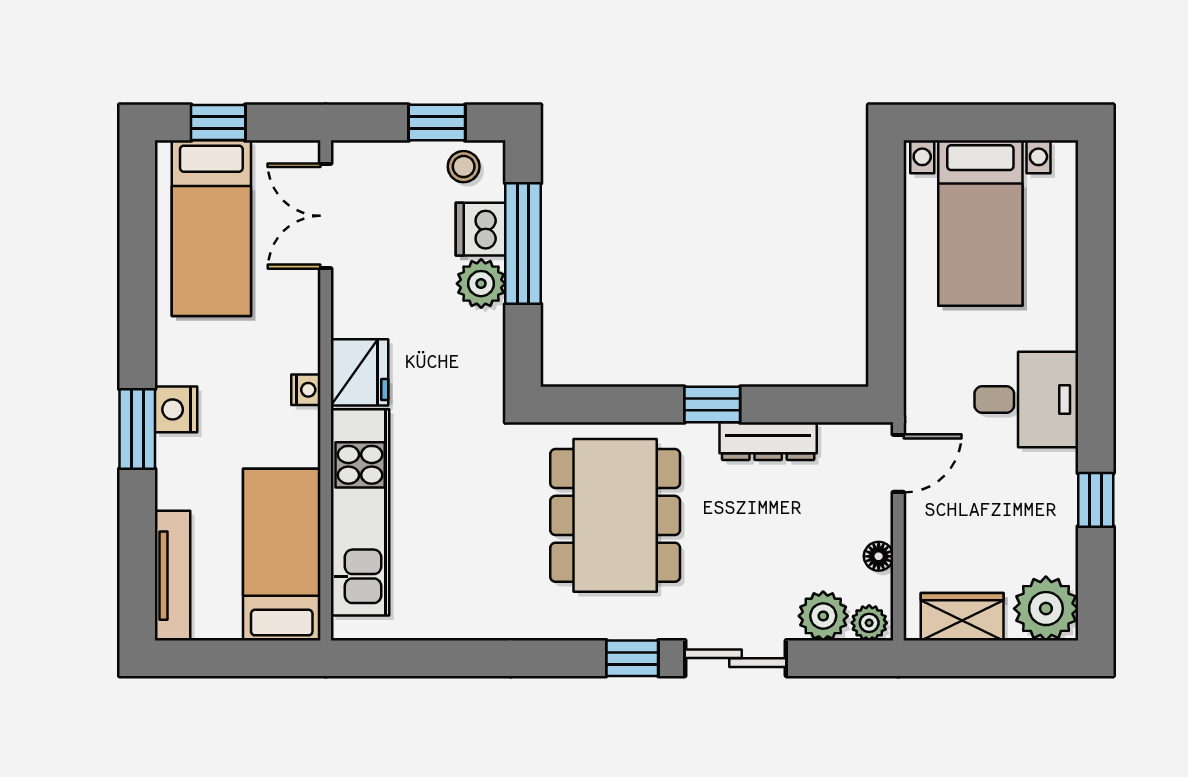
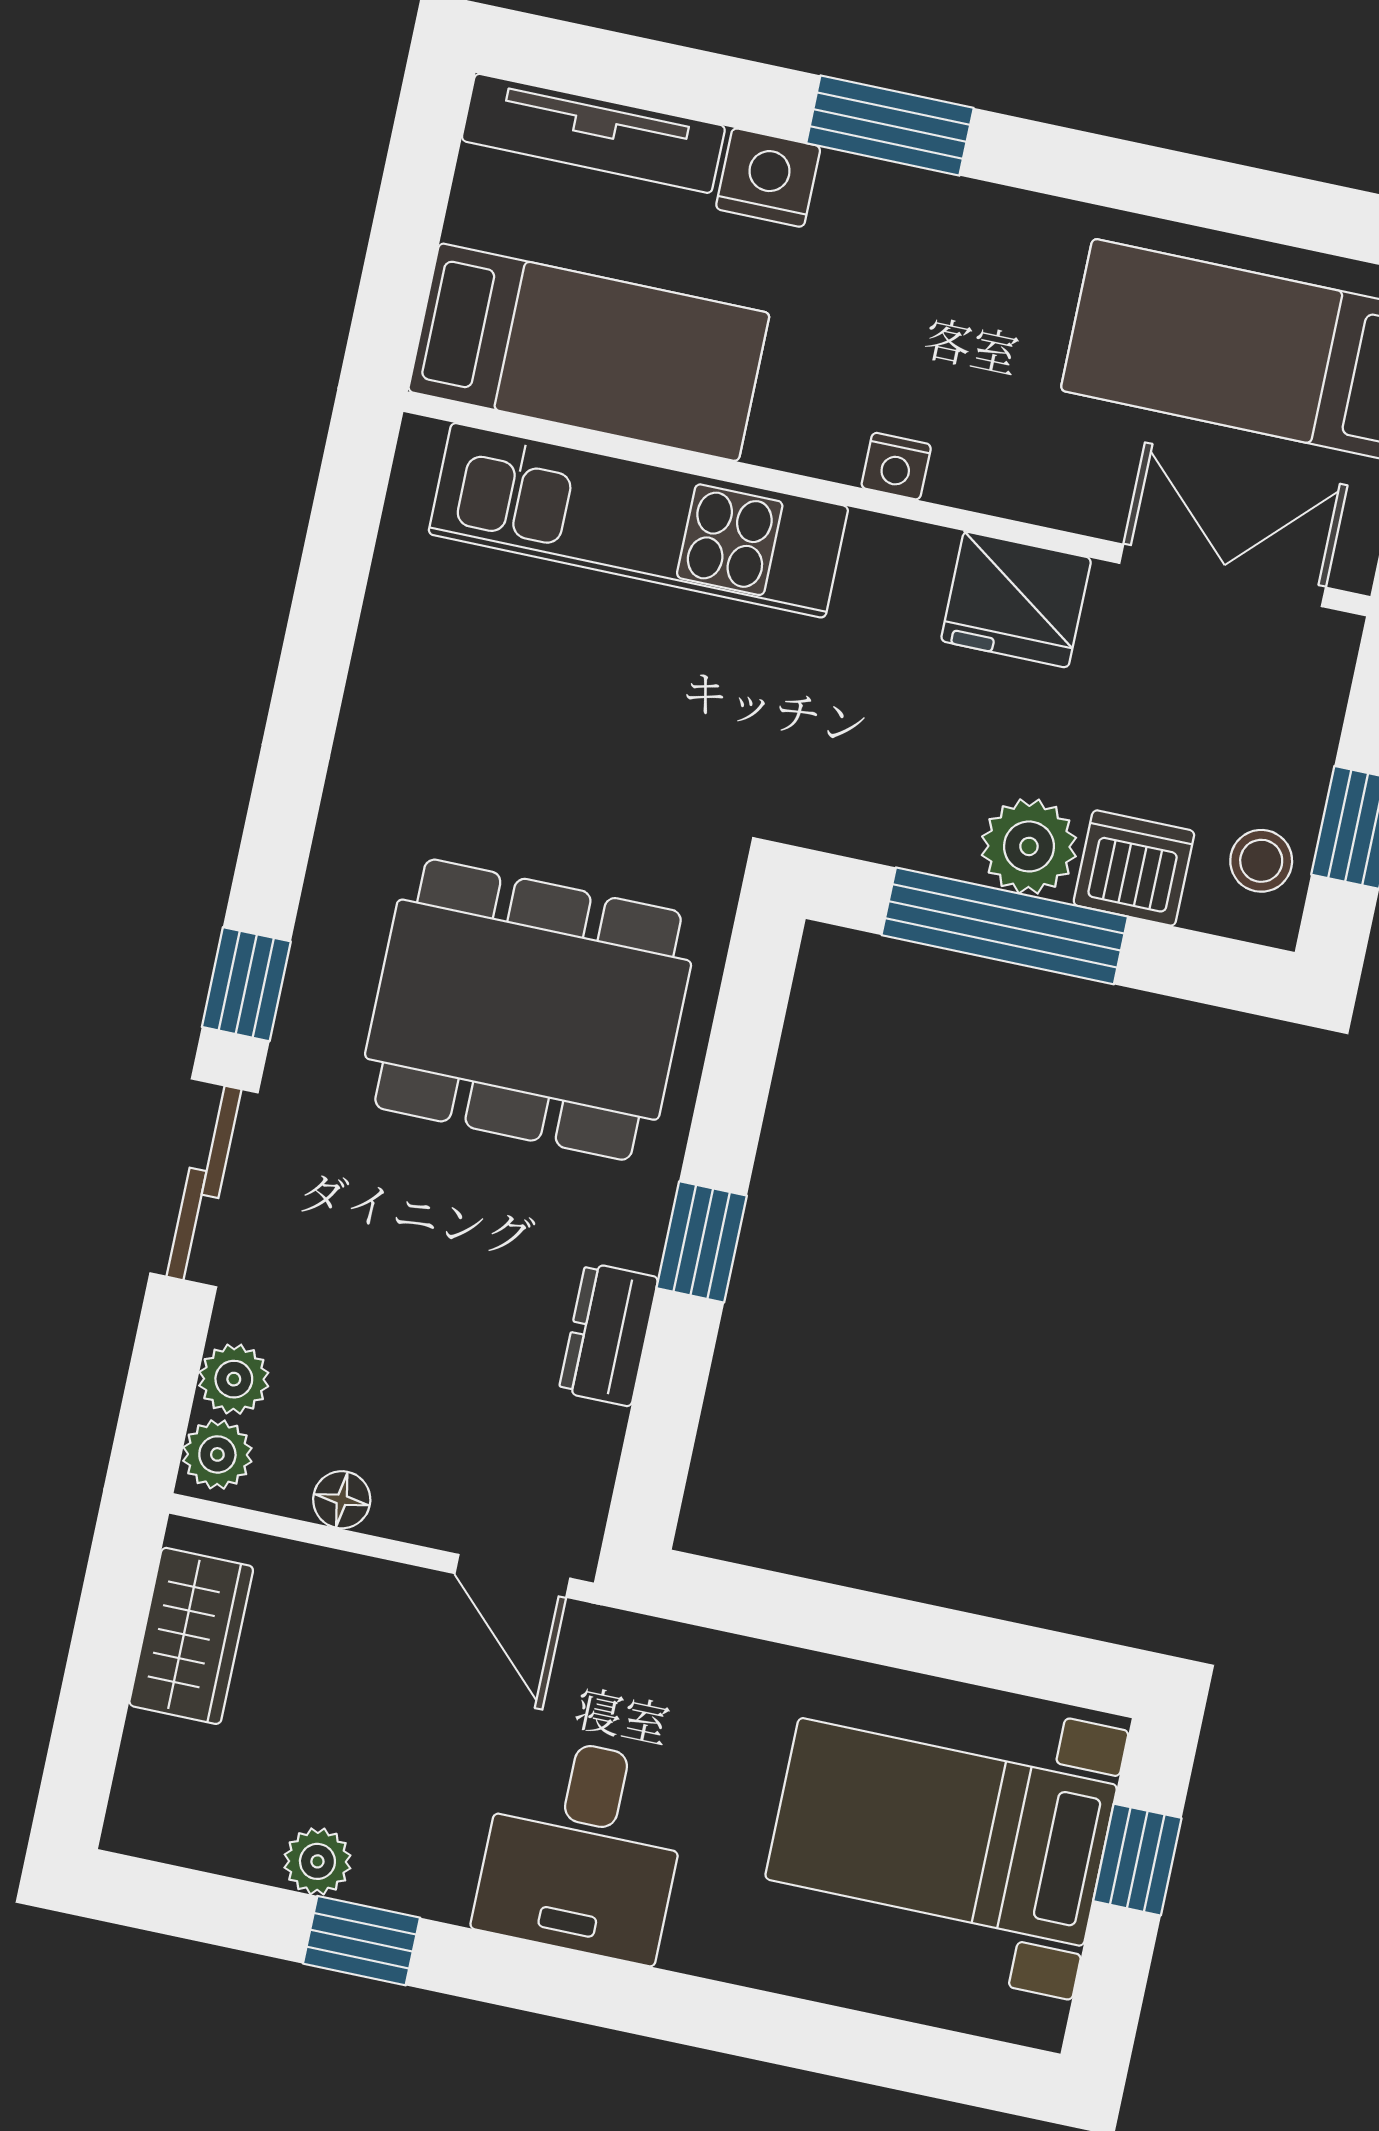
window: (973, 123) -> (1137, 1860), added
window: (523, 244) -> (1005, 926), moved
fridge: (360, 372) -> (1016, 600), moved
nightstand: (176, 409) -> (768, 178), moved
dresser: (768, 441) -> (608, 1334), width x0.70
plant: (1046, 609) -> (317, 1861), moved, width x0.53, depth x0.53
plant: (823, 616) -> (234, 1379), width x0.73, depth x0.73

